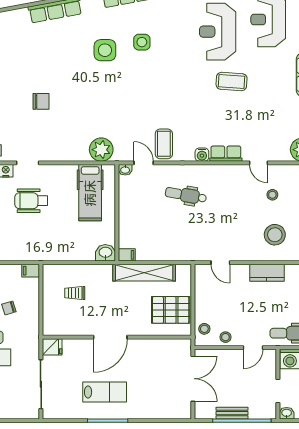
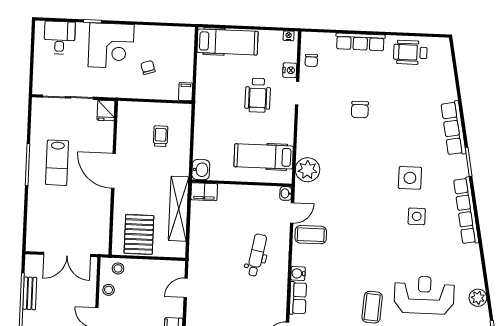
wheelchair: (31, 201) -> (258, 95), turned 180
filing cabinet: (127, 255) -> (204, 192), width x2.00

